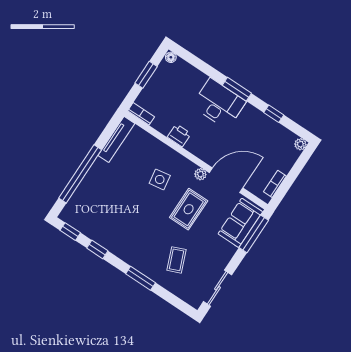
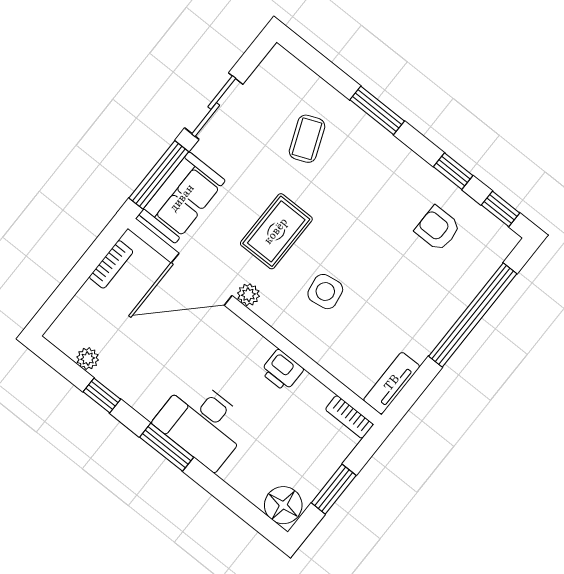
floor lamp: (171, 57) -> (283, 505), width x1.89, depth x1.89
tv unit: (116, 139) -> (392, 383), width x0.71
plant: (300, 144) -> (88, 359), moved
armchair: (103, 218) -> (438, 228), added
sliding door: (218, 288) -> (214, 106), moved

